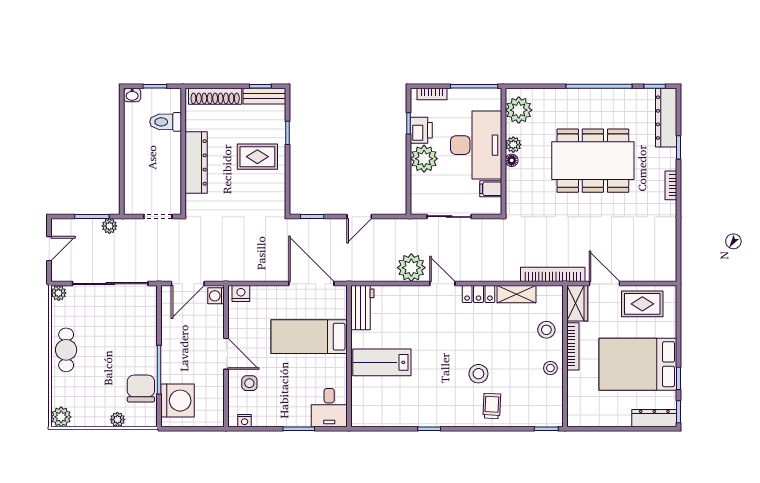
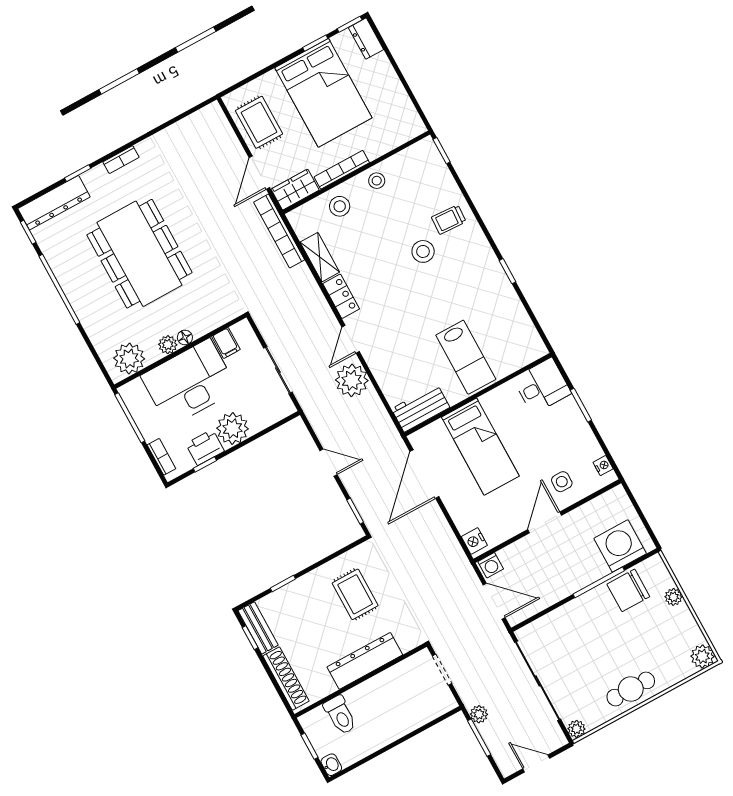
rug: (257, 157) -> (355, 594), moved
dresser: (654, 418) -> (366, 39), width x0.70

